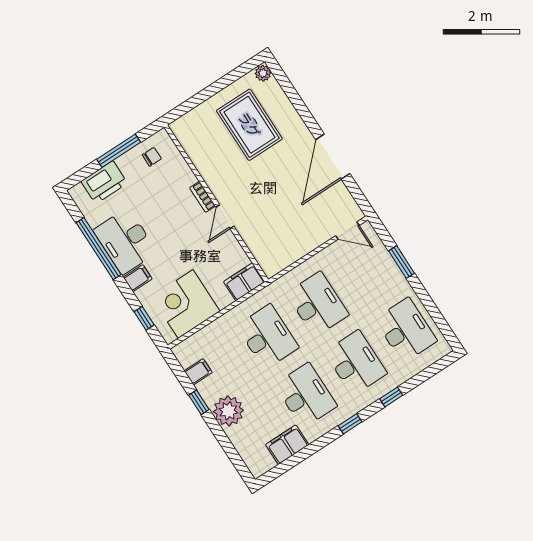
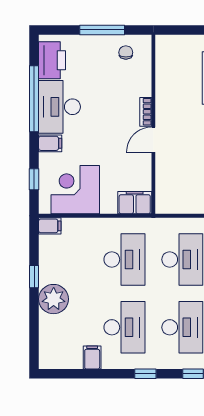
chair: (152, 157) -> (126, 52), turned -90
printer: (104, 182) -> (52, 60), moved, turned -90
filing cabinet: (198, 372) -> (50, 226), moved
filing cabinet: (287, 445) -> (92, 357), width x0.50

